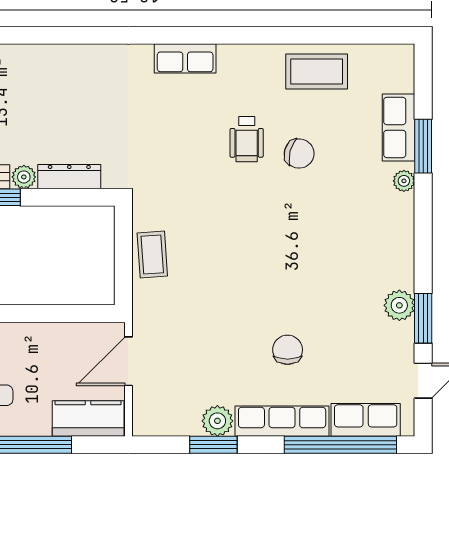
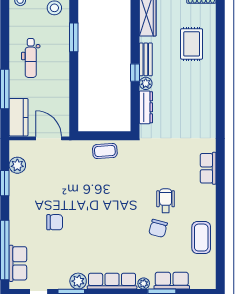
wheelchair: (247, 139) -> (166, 201), turned 90
plant: (217, 421) -> (17, 165), moved
row of seats: (282, 421) -> (112, 281), moved, turned -90

